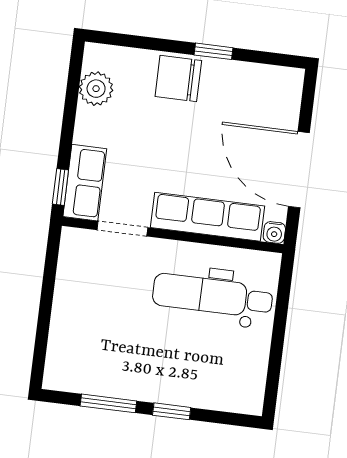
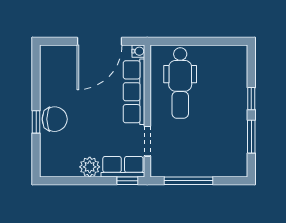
window: (213, 51) -> (36, 122), moved
chair: (178, 79) -> (55, 119), turned -90
plant: (96, 89) -> (90, 167), moved
window: (48, 289) -> (189, 181), added

